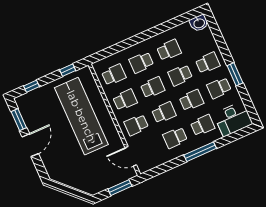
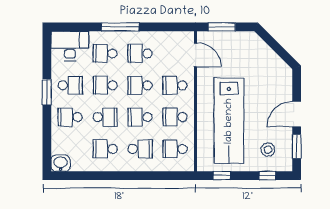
stool: (40, 107) -> (268, 150), added
school desk: (136, 125) -> (175, 85), turned 180
school desk: (175, 138) -> (140, 54), turned 180

